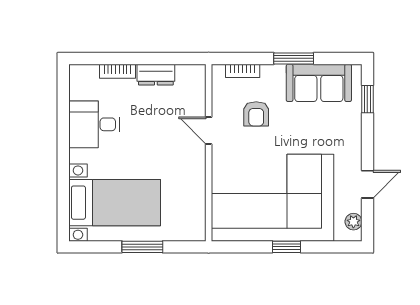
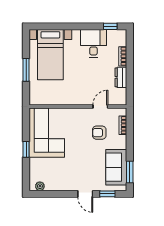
window: (294, 58) -> (130, 172), moved
window: (63, 94) -> (110, 26), added
door: (209, 131) -> (100, 106), moved
door: (367, 184) -> (85, 194), moved
corner sofa: (272, 198) -> (47, 133), width x0.73, depth x0.74

